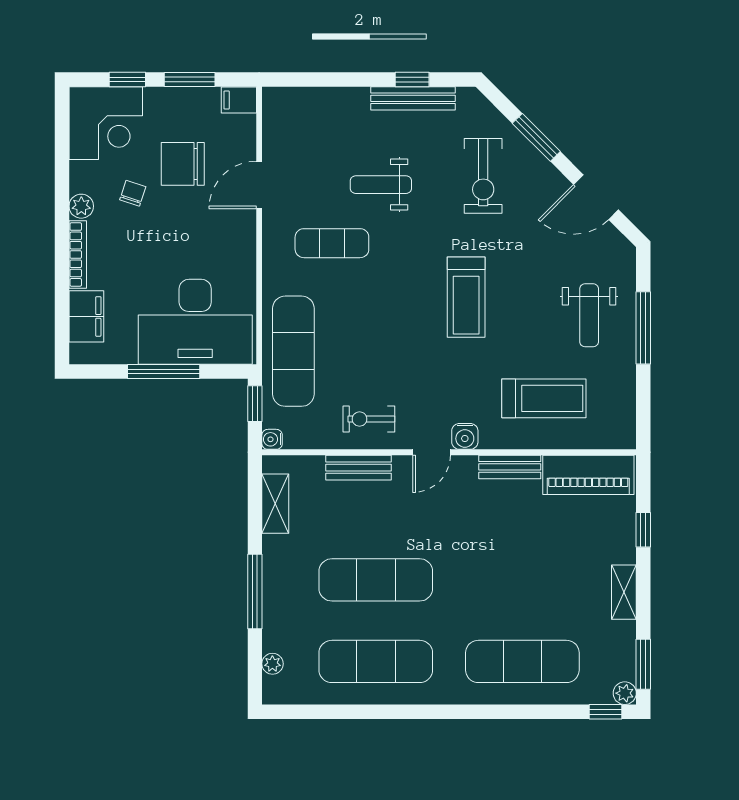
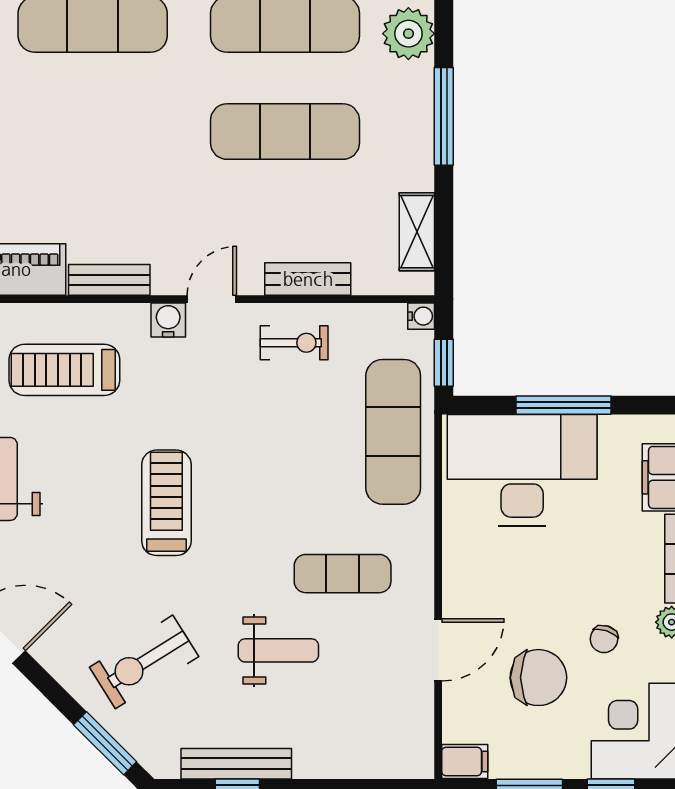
window: (536, 137) -> (105, 743), moved
exercise bike: (483, 176) -> (144, 662), turned -122
plant: (272, 664) -> (408, 34), width x1.88, depth x1.88

